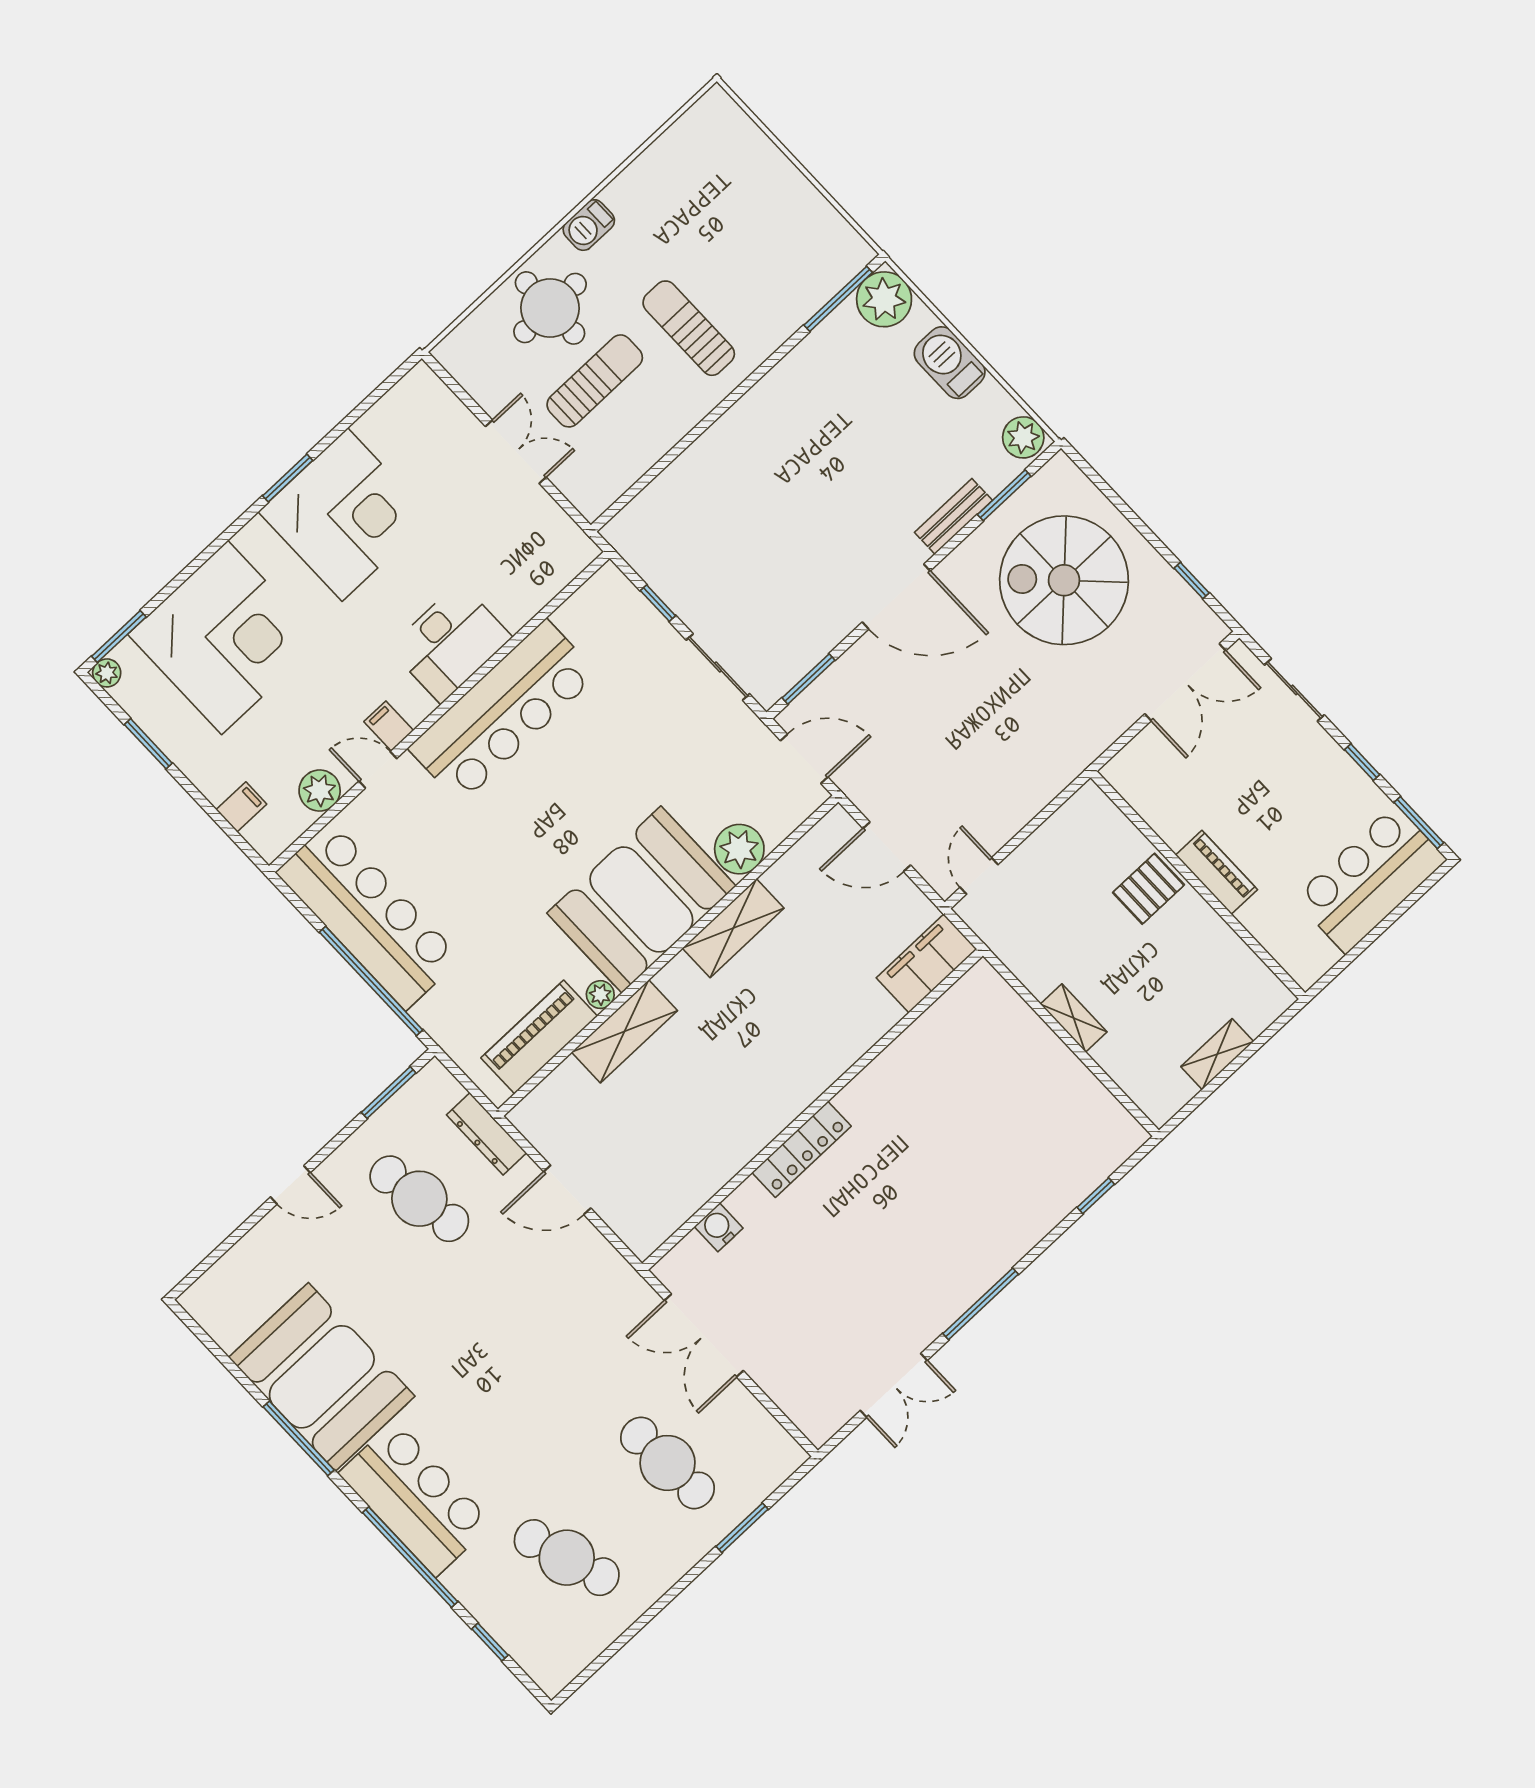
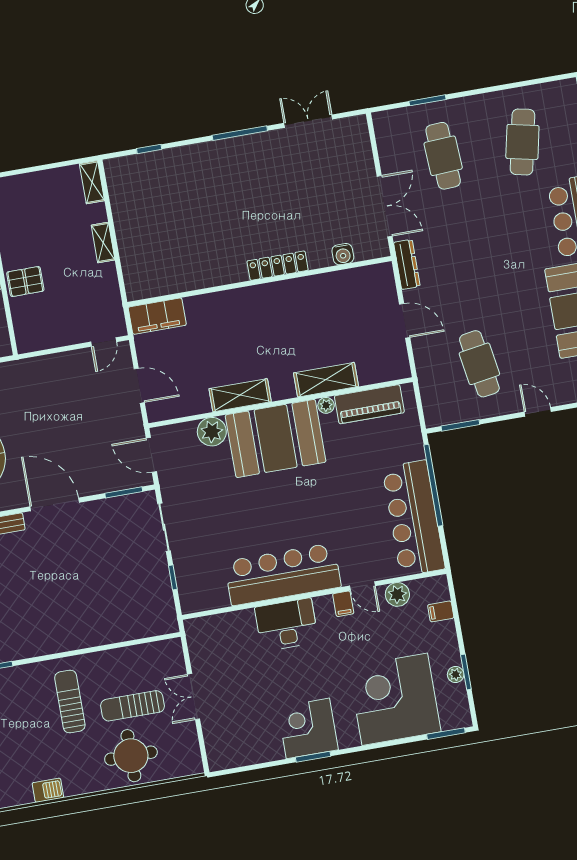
barbecue: (589, 225) -> (48, 790), moved
sun lounger: (689, 328) -> (70, 702), turned 180
corner desk: (345, 515) -> (308, 728), width x0.74, depth x0.74
plant: (107, 673) -> (456, 674), moved
shelving: (1217, 1054) -> (92, 182), moved, turned 90
dresser: (487, 1134) -> (407, 264), moved
cafe table: (567, 1558) -> (522, 142), turned 30

